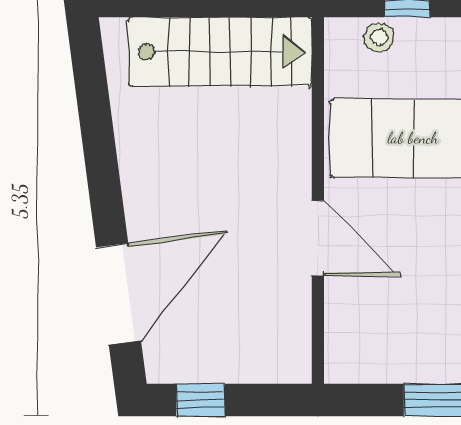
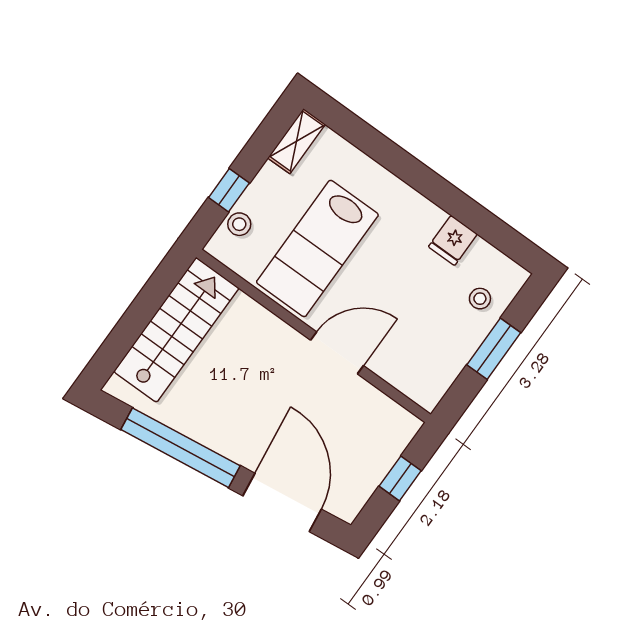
window: (99, 145) -> (181, 448), added
window: (200, 400) -> (400, 478), moved

